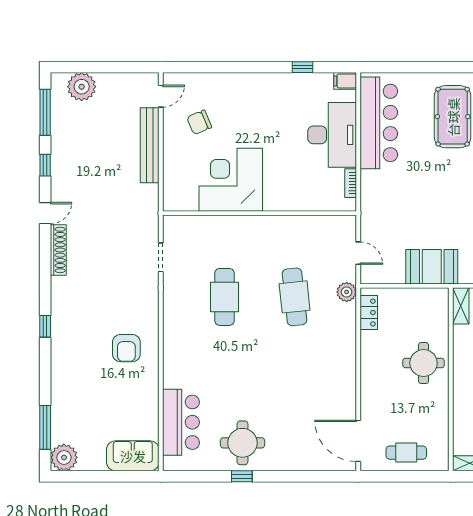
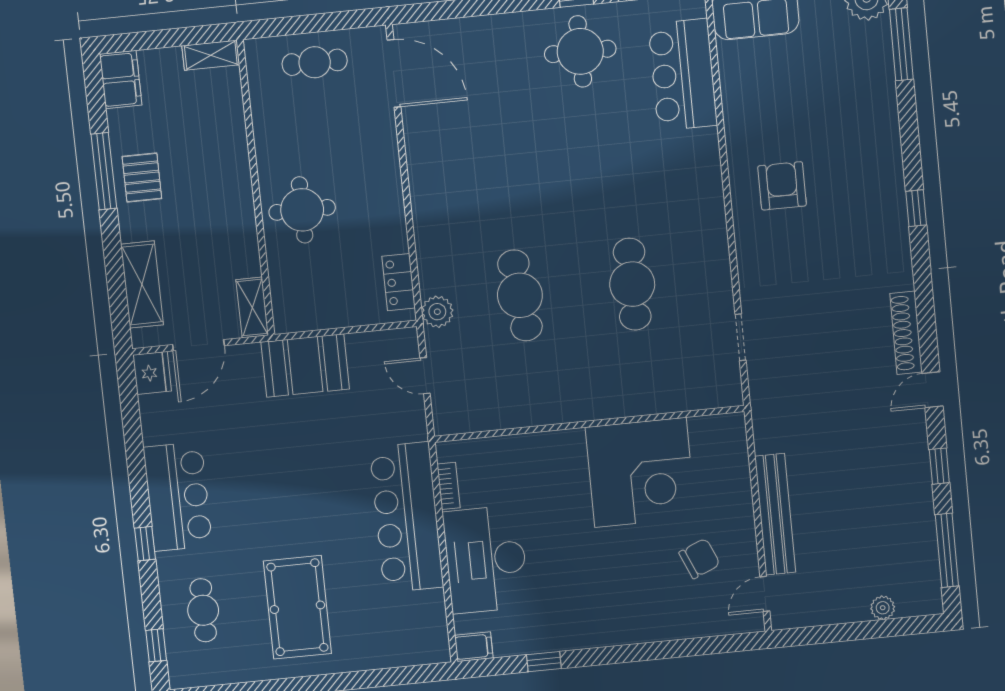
plant: (82, 87) -> (883, 608), width x0.53, depth x0.53
bar counter: (379, 123) -> (407, 517), moved

